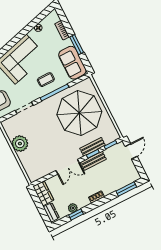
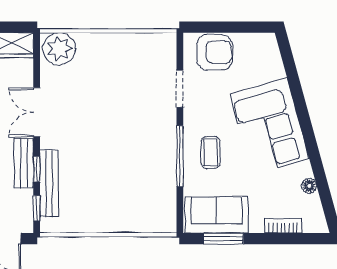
window: (77, 45) -> (224, 239), moved
parasol: (79, 113) -> (121, 182), removed
plant: (20, 144) -> (59, 49), moved
bench: (93, 147) -> (49, 183), width x1.36

